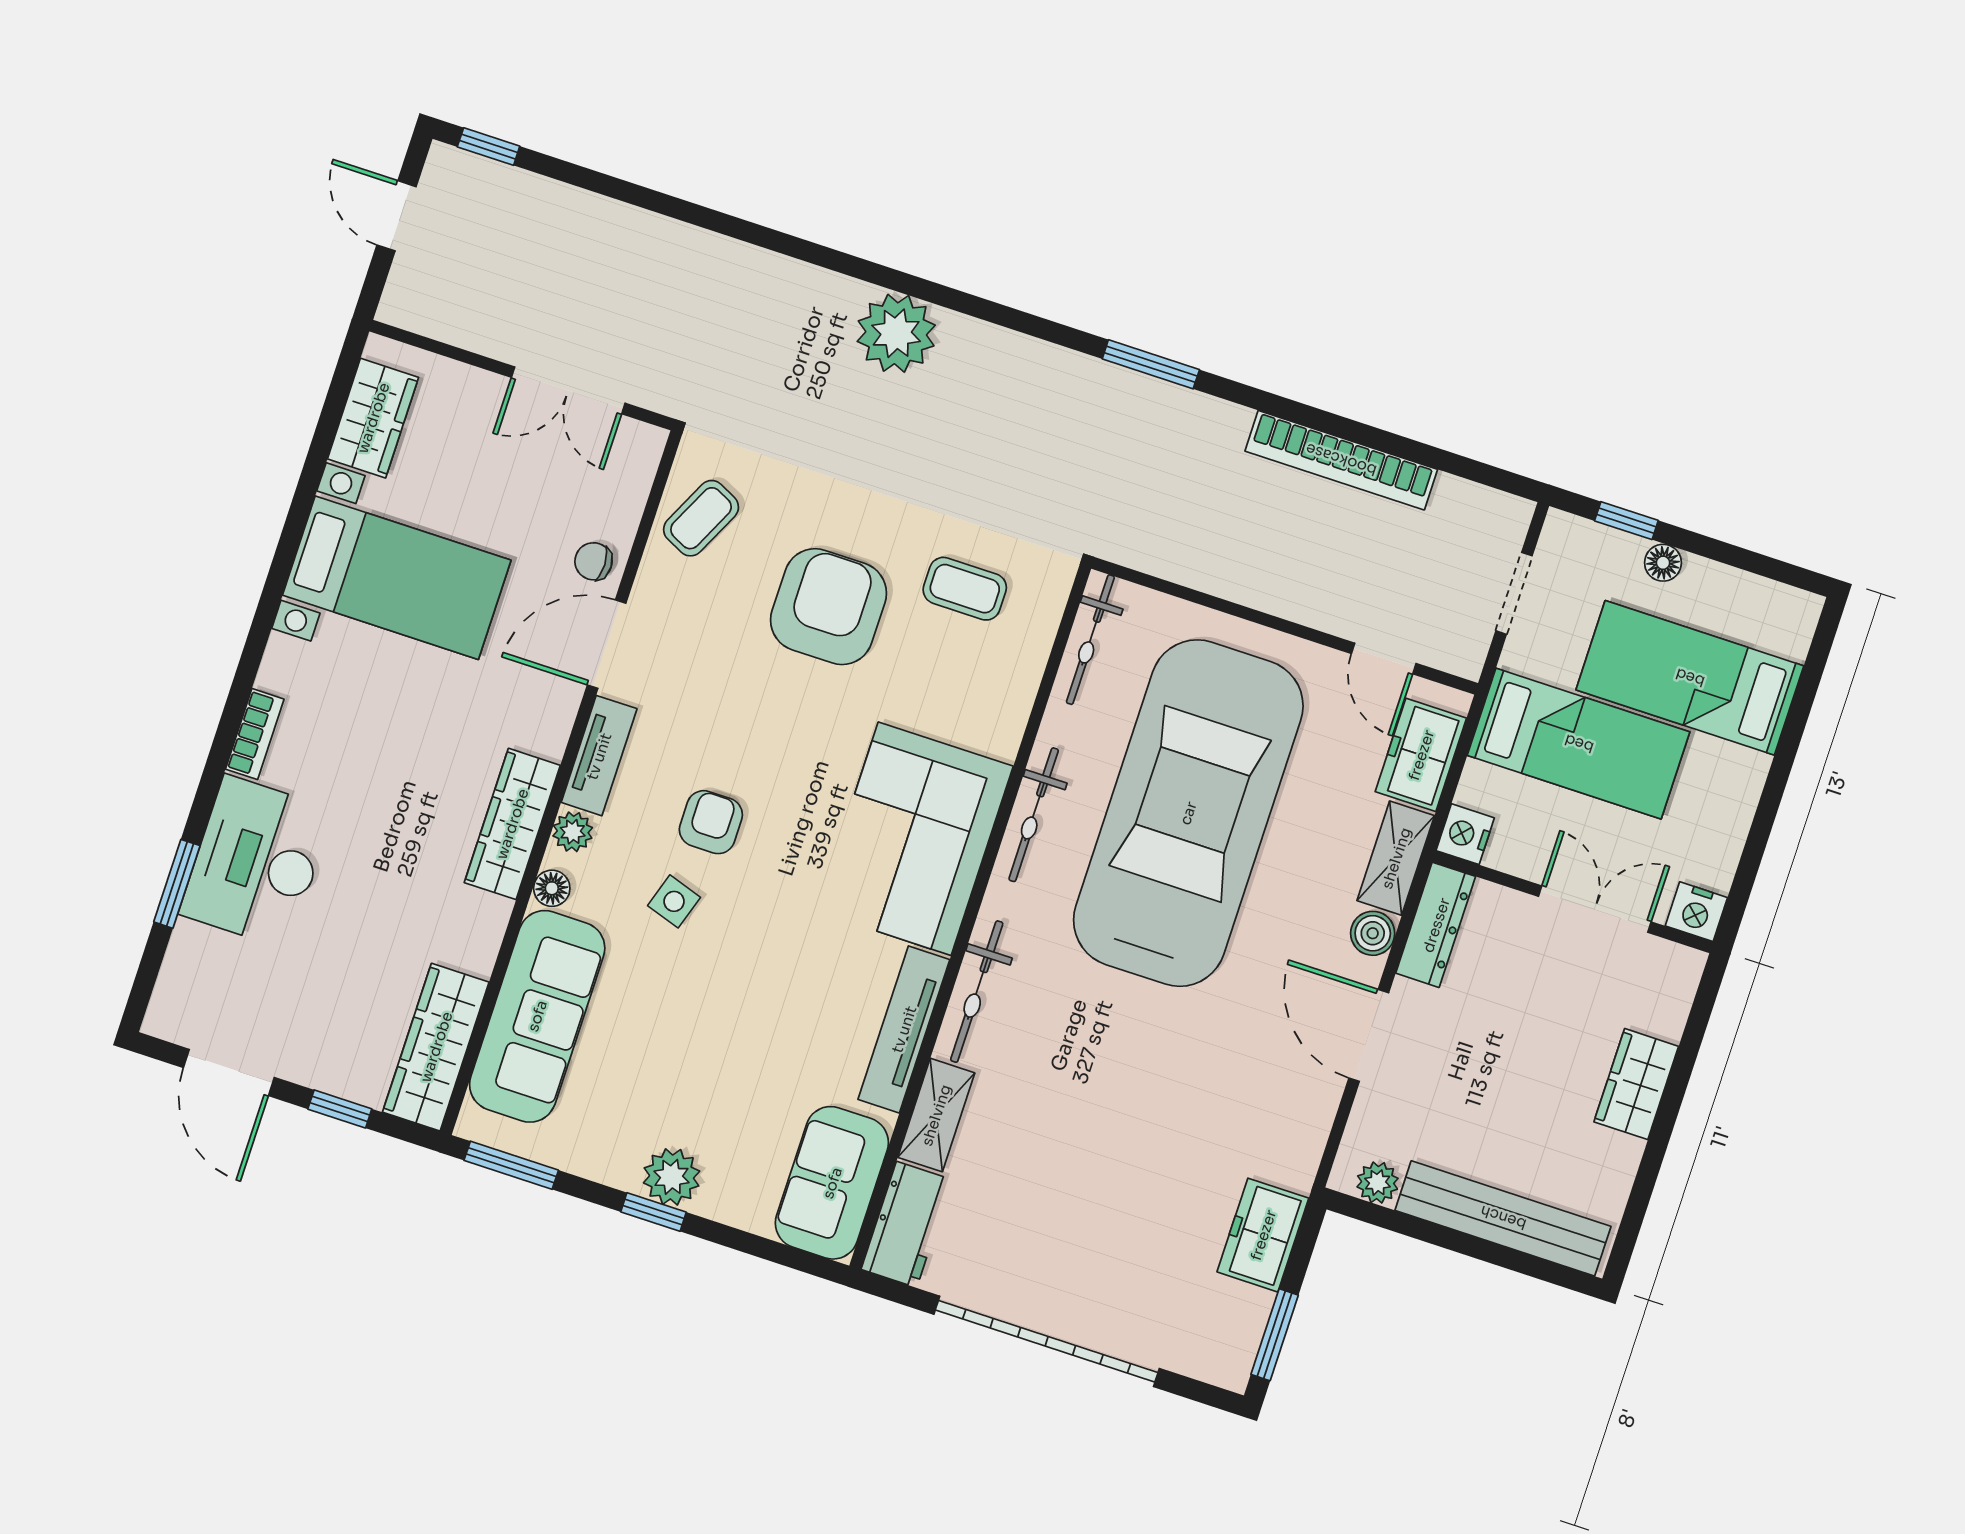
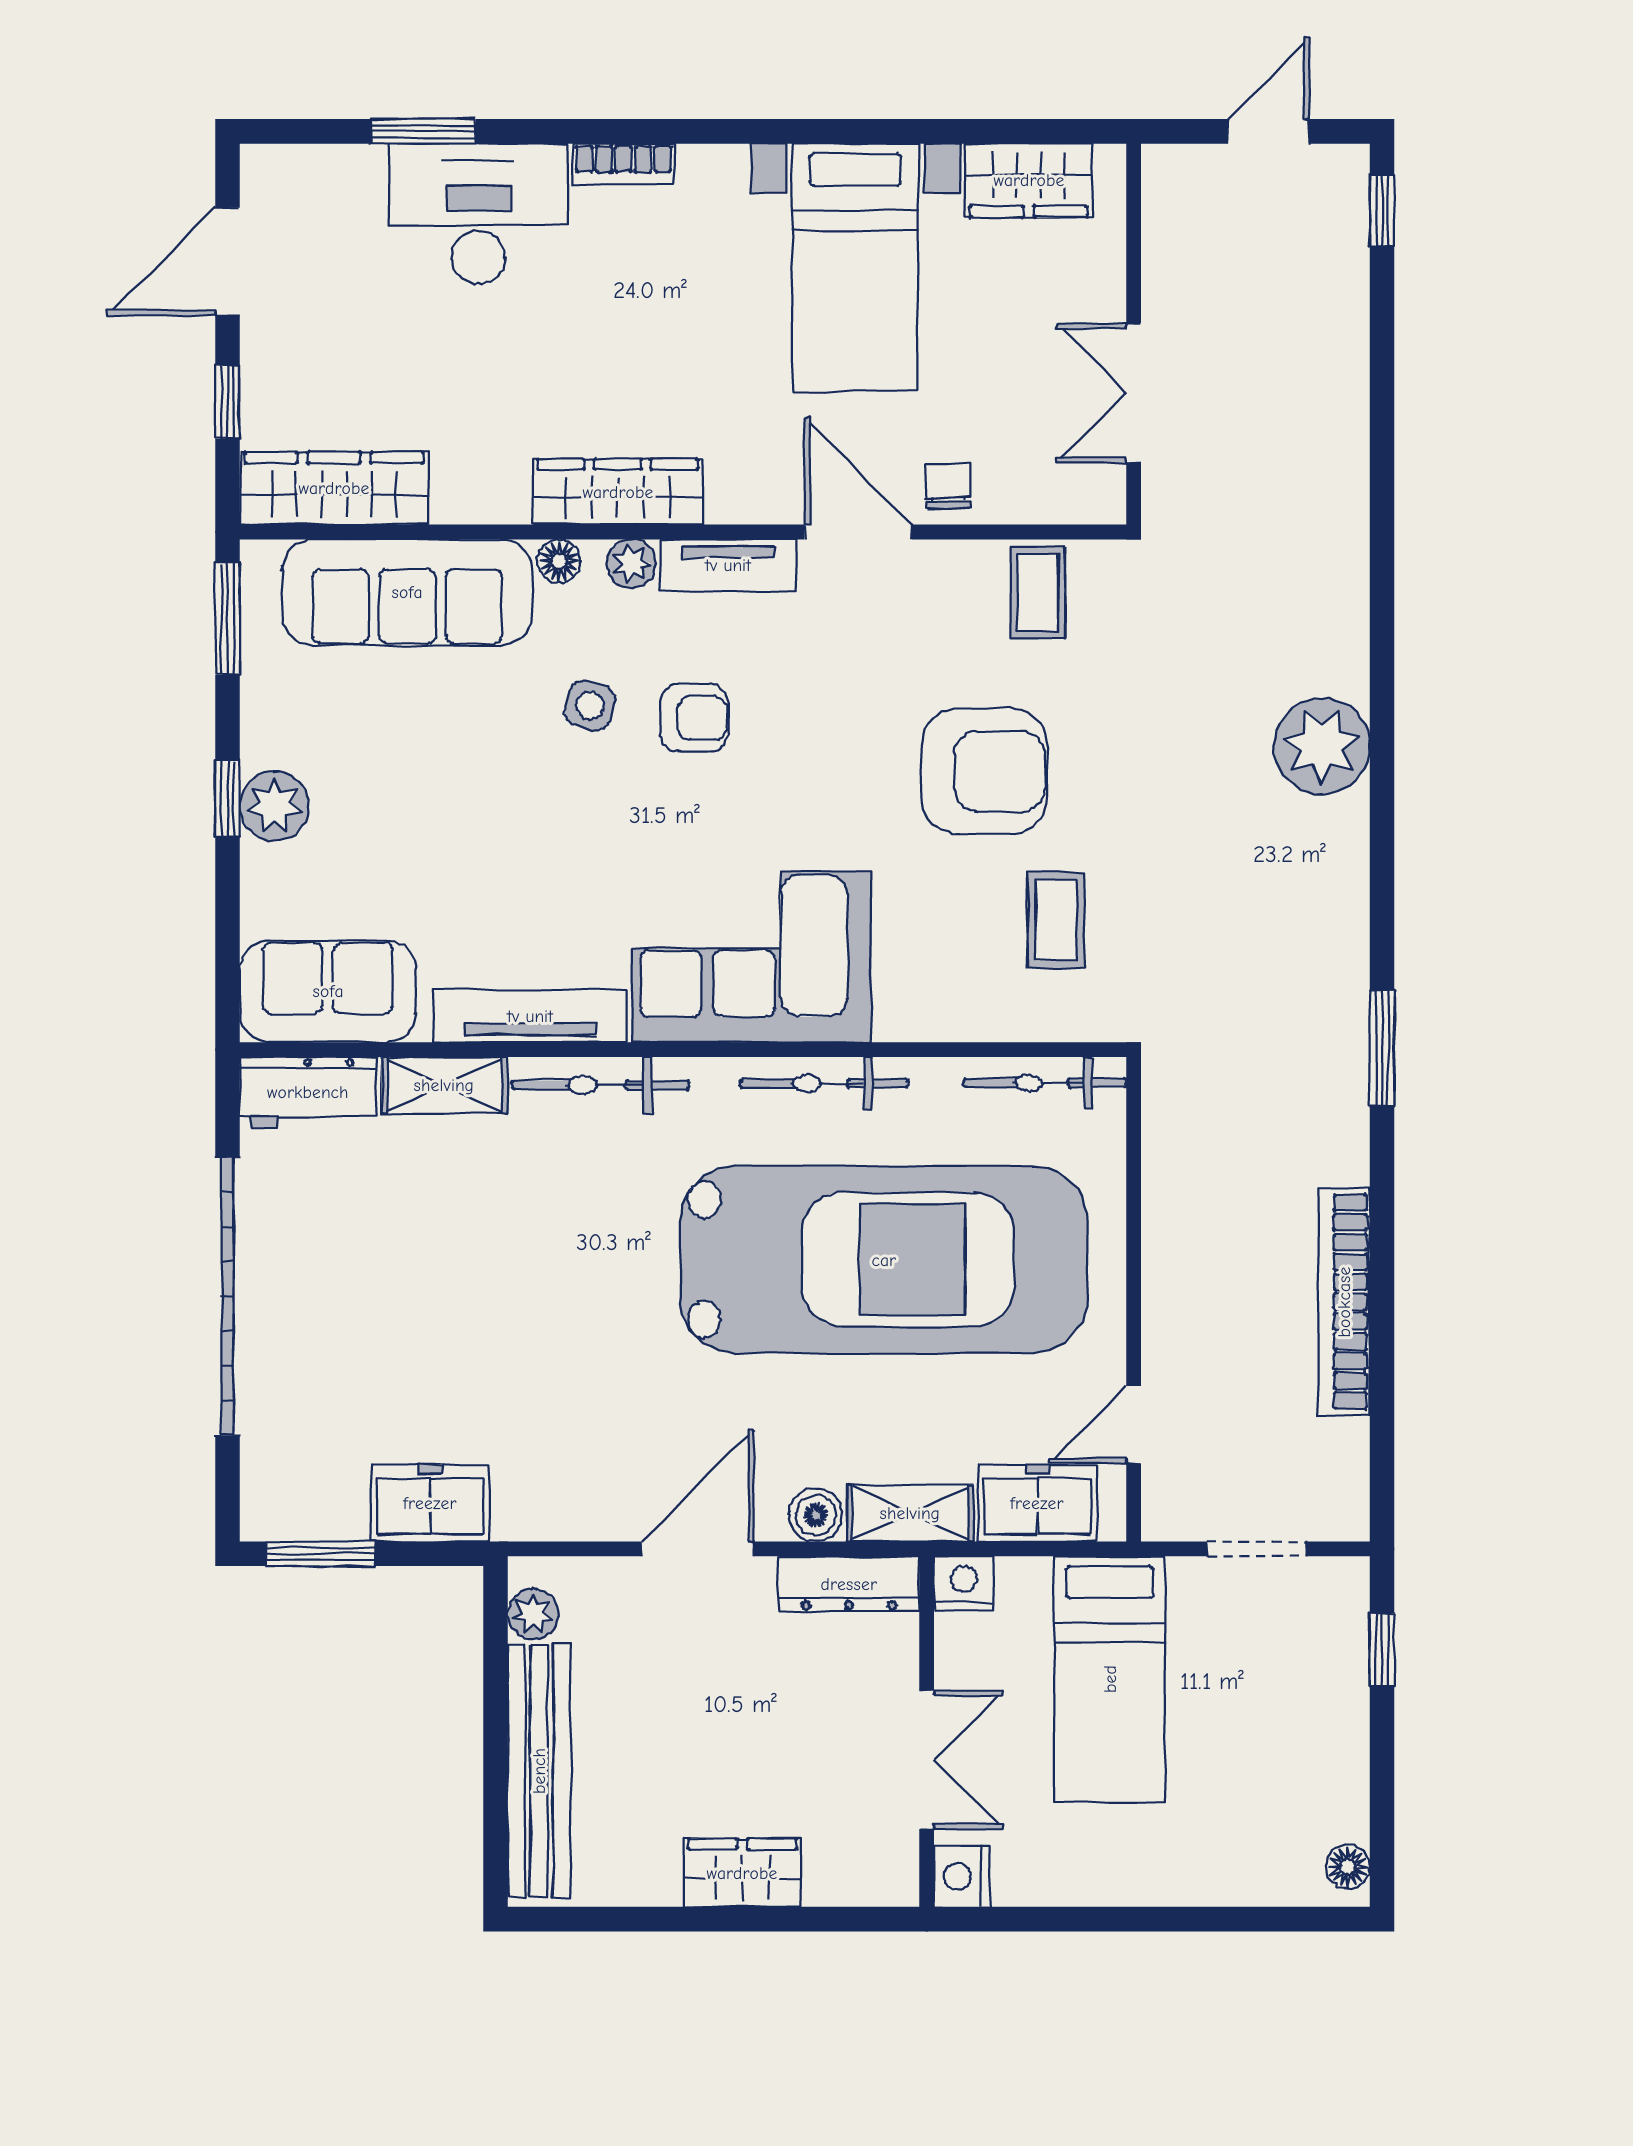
coffee table: (701, 518) -> (1038, 593), turned 64
floor lamp: (1663, 563) -> (1348, 1867), moved
bed: (1690, 678) -> (1226, 1781), removed

